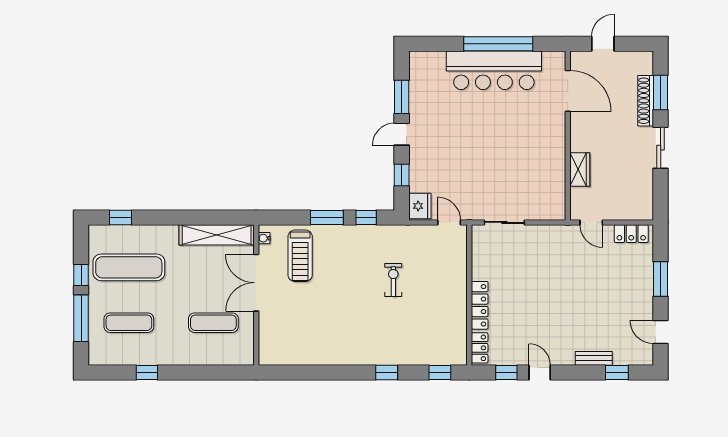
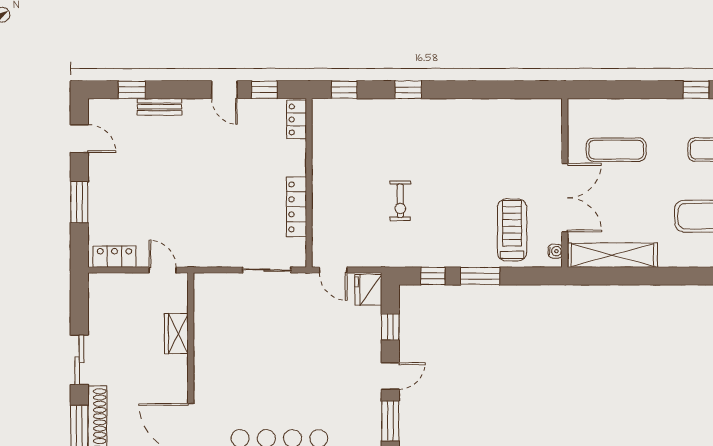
locker: (480, 305) -> (296, 207), moved

